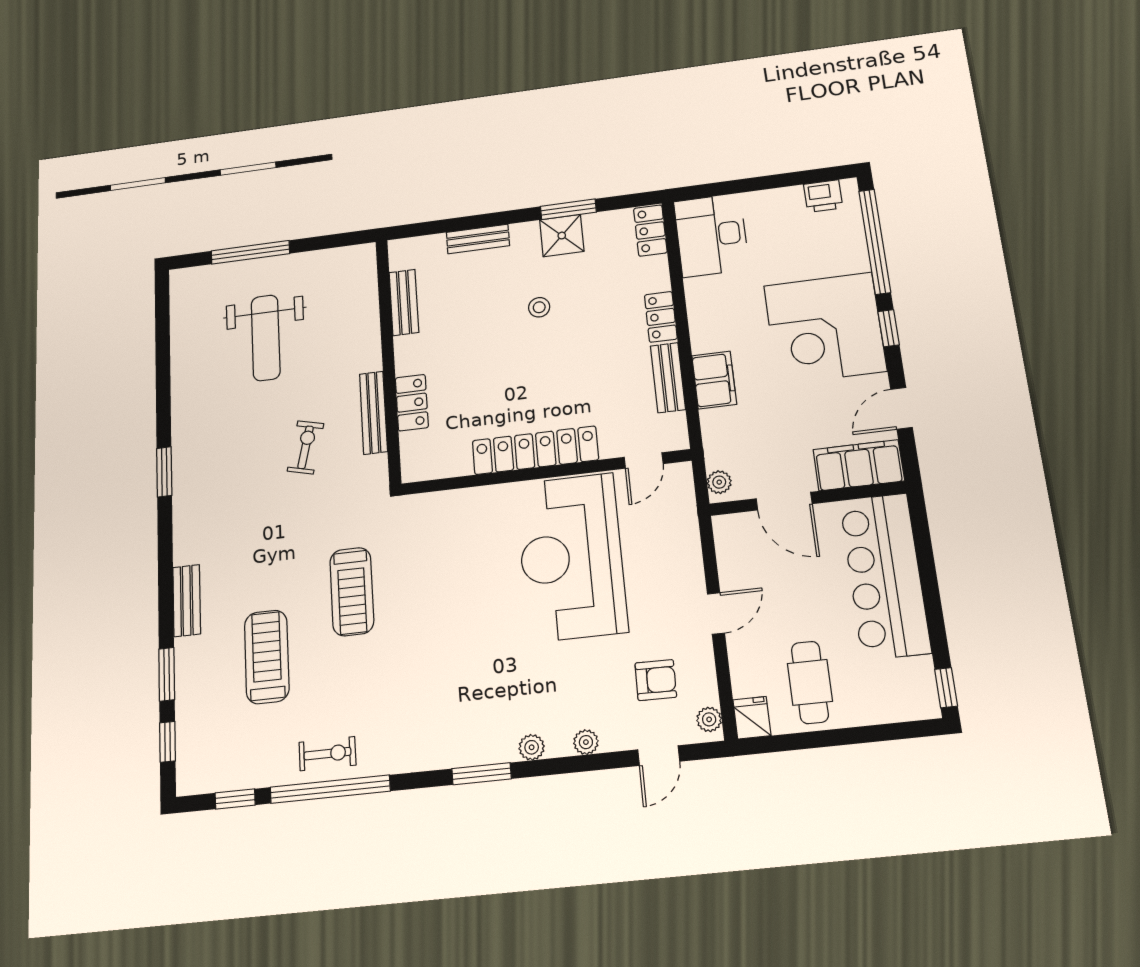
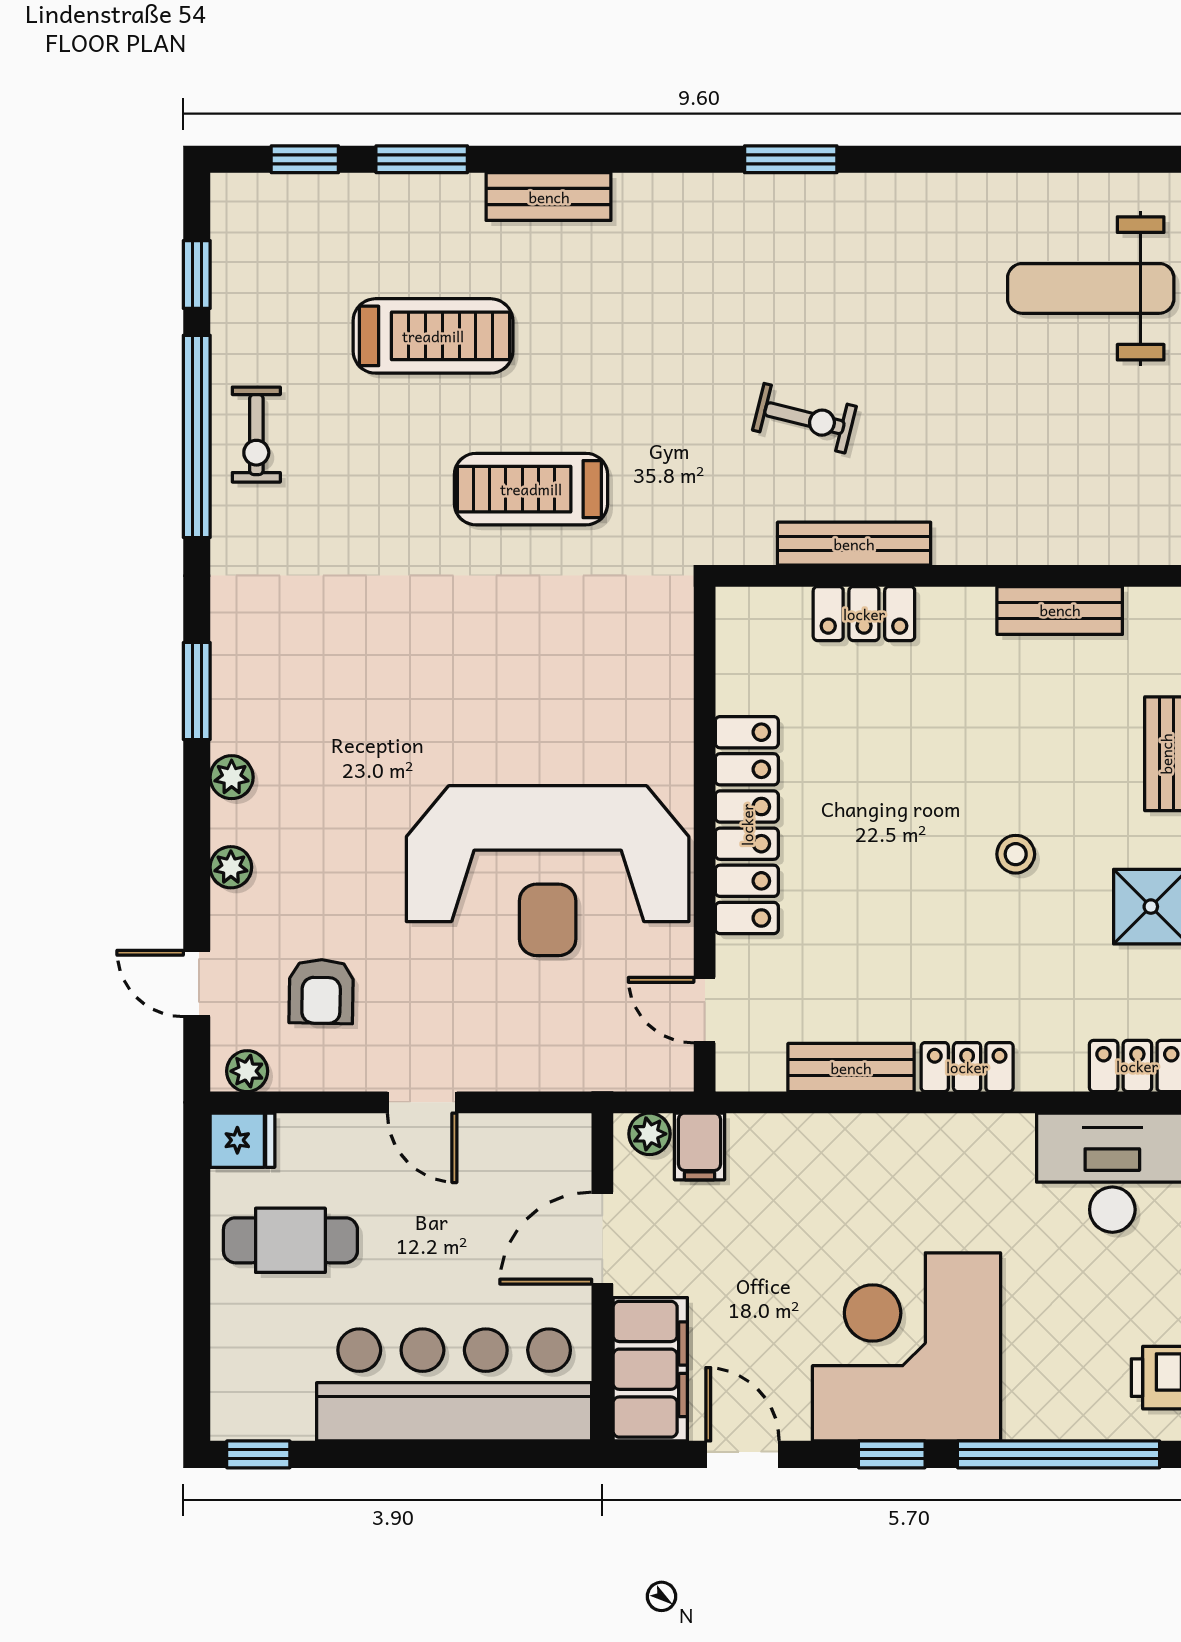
weight bench: (266, 338) -> (1091, 288), moved
filing cabinet: (714, 380) -> (700, 1146), moved, width x0.50
reception desk: (571, 557) -> (548, 871), turned 180

